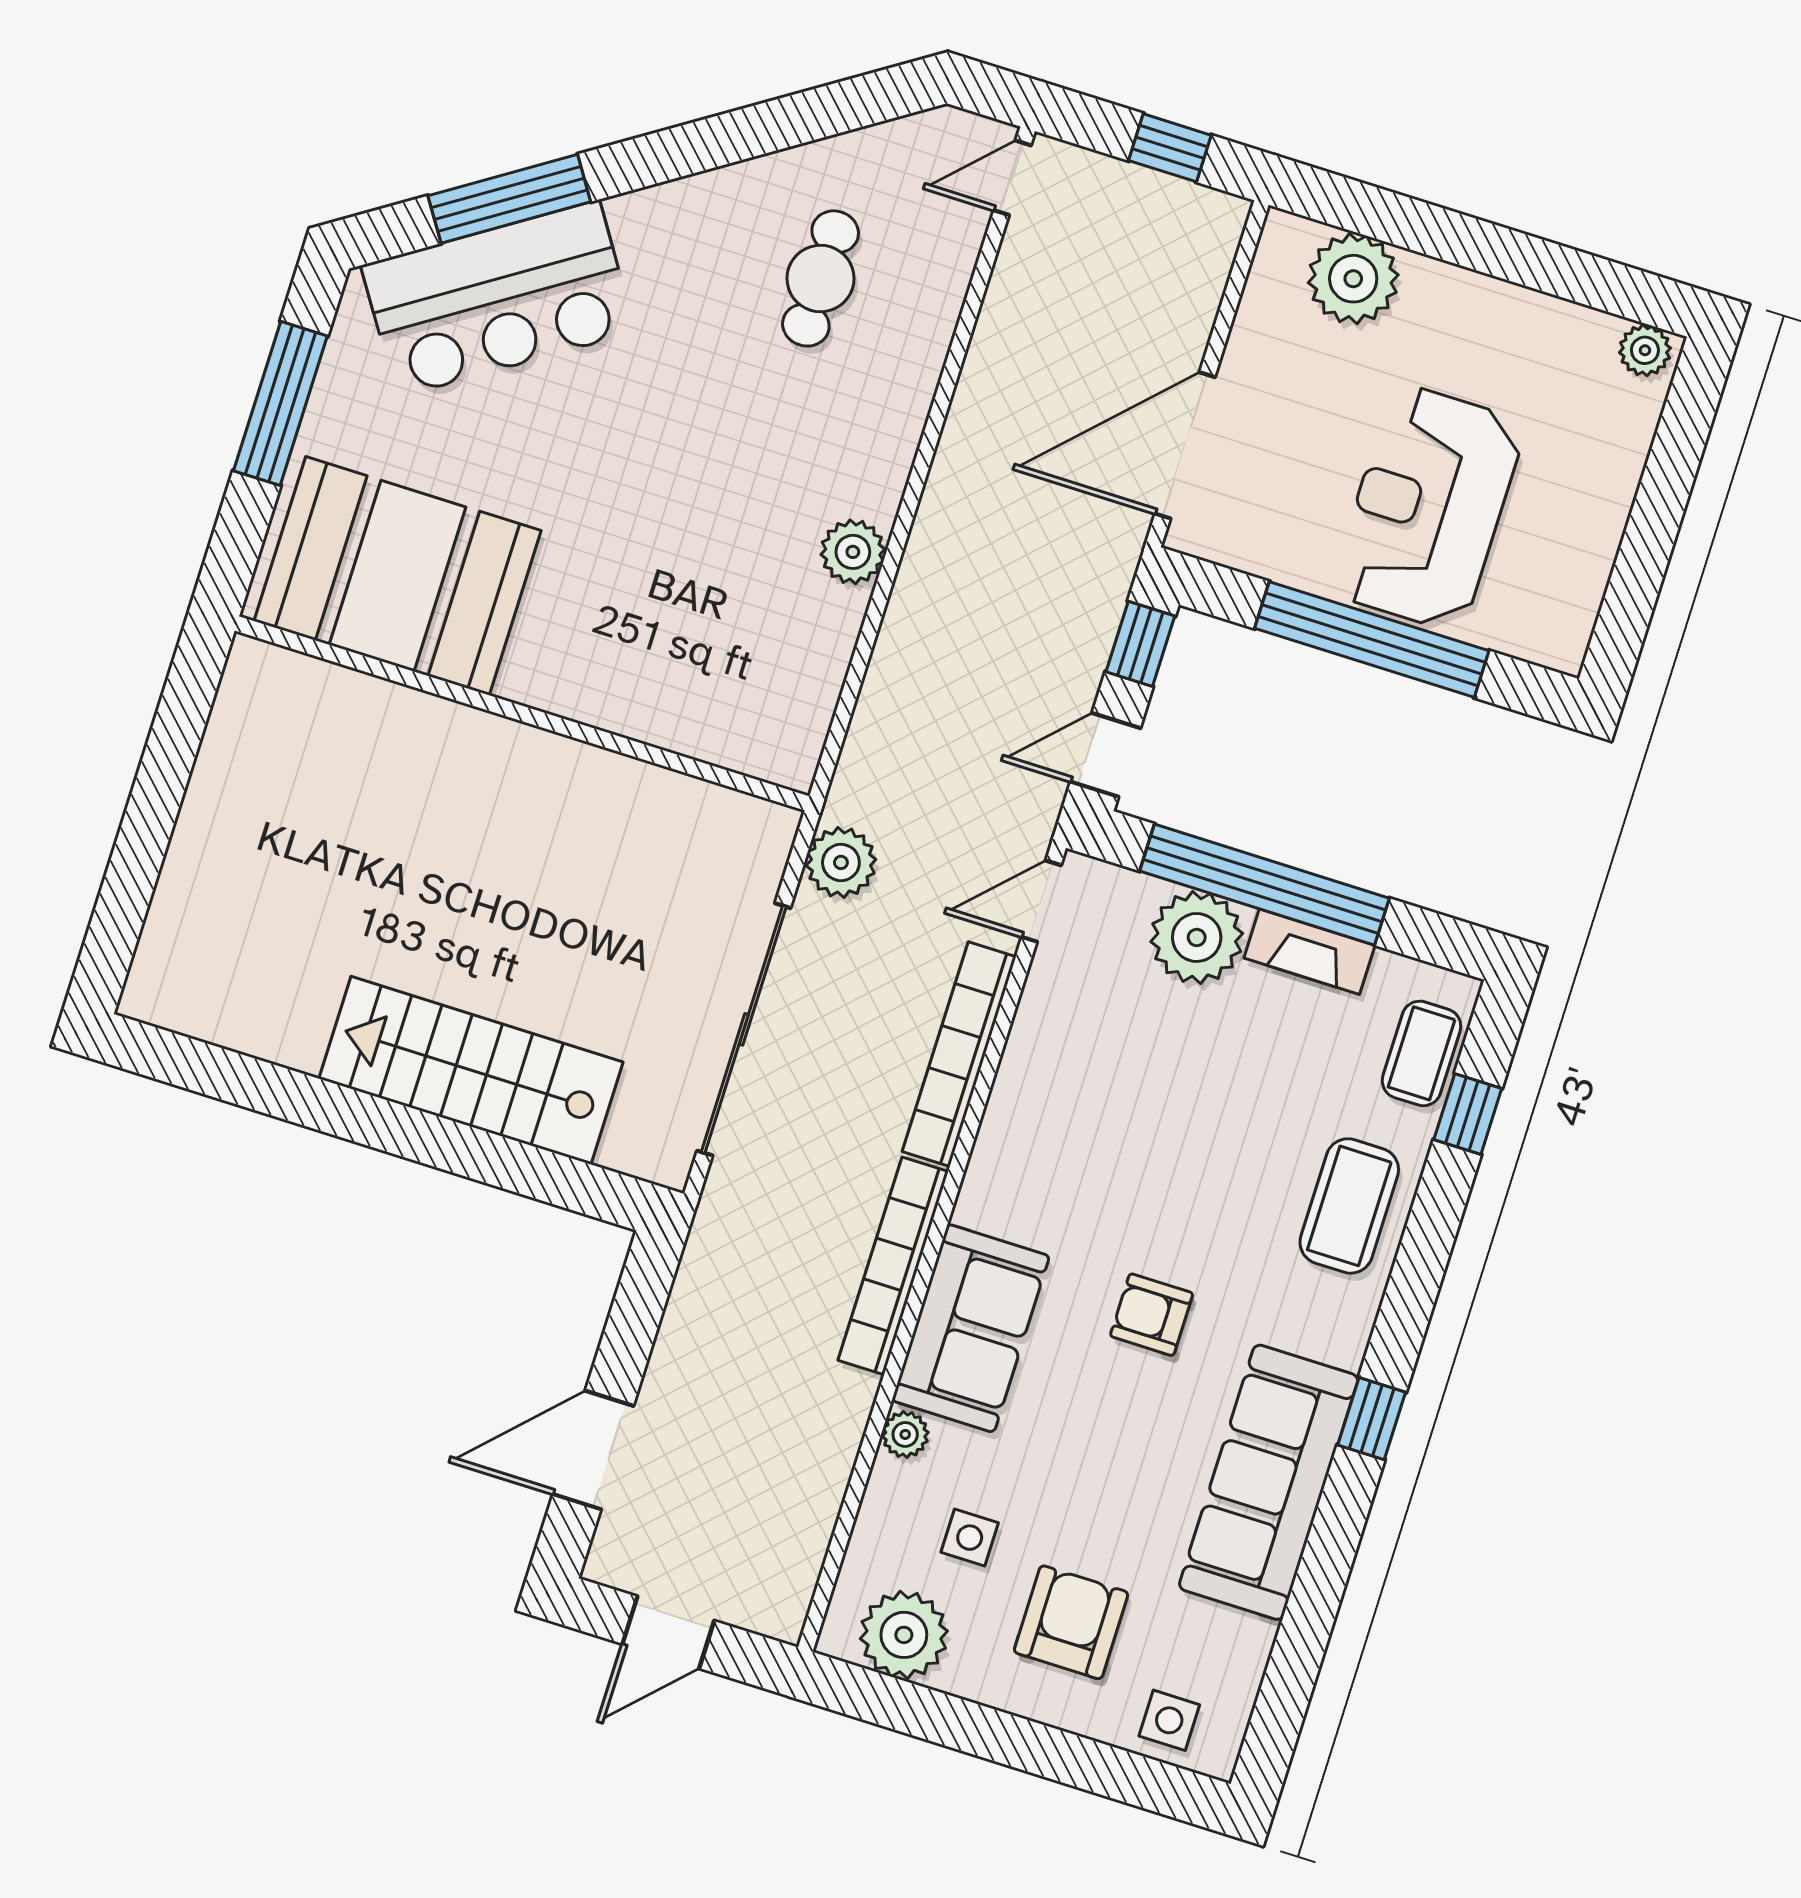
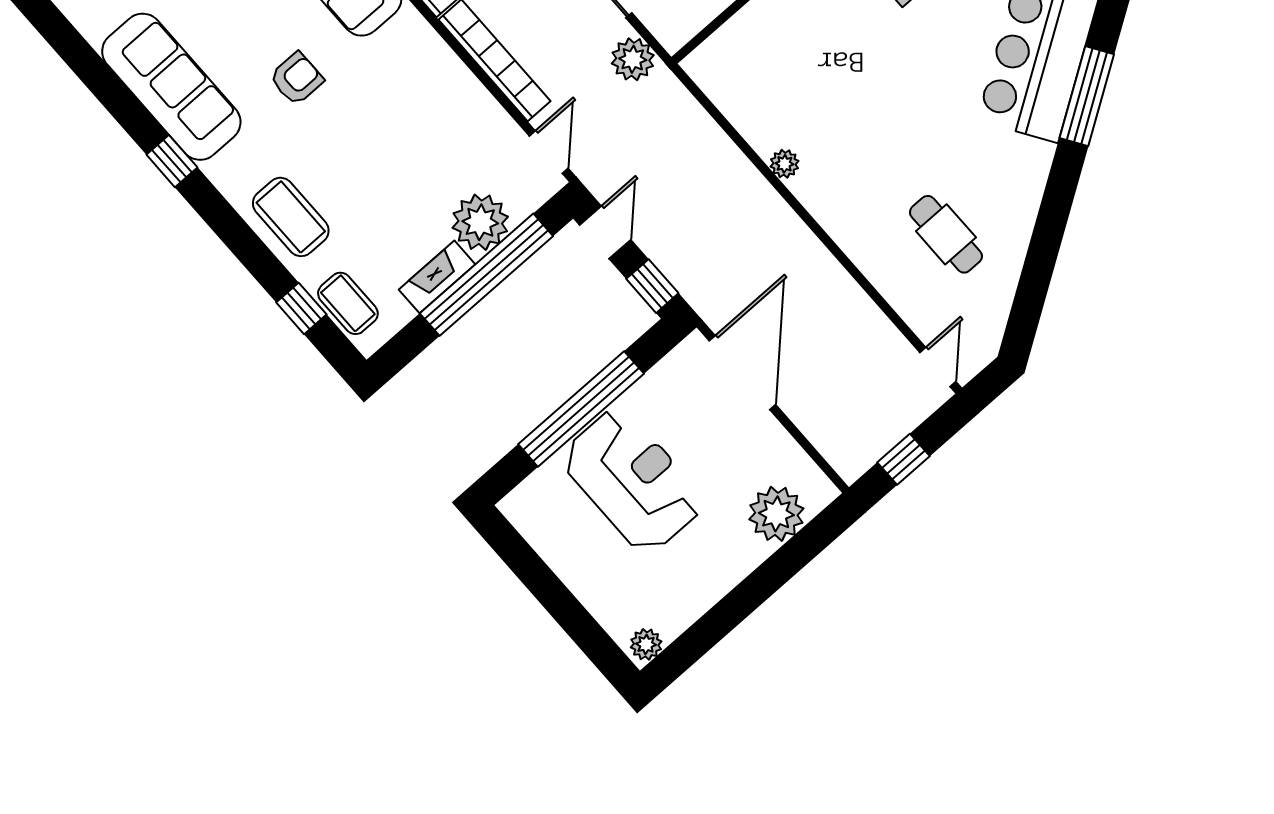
plant: (853, 552) -> (784, 164), width x0.73, depth x0.73

